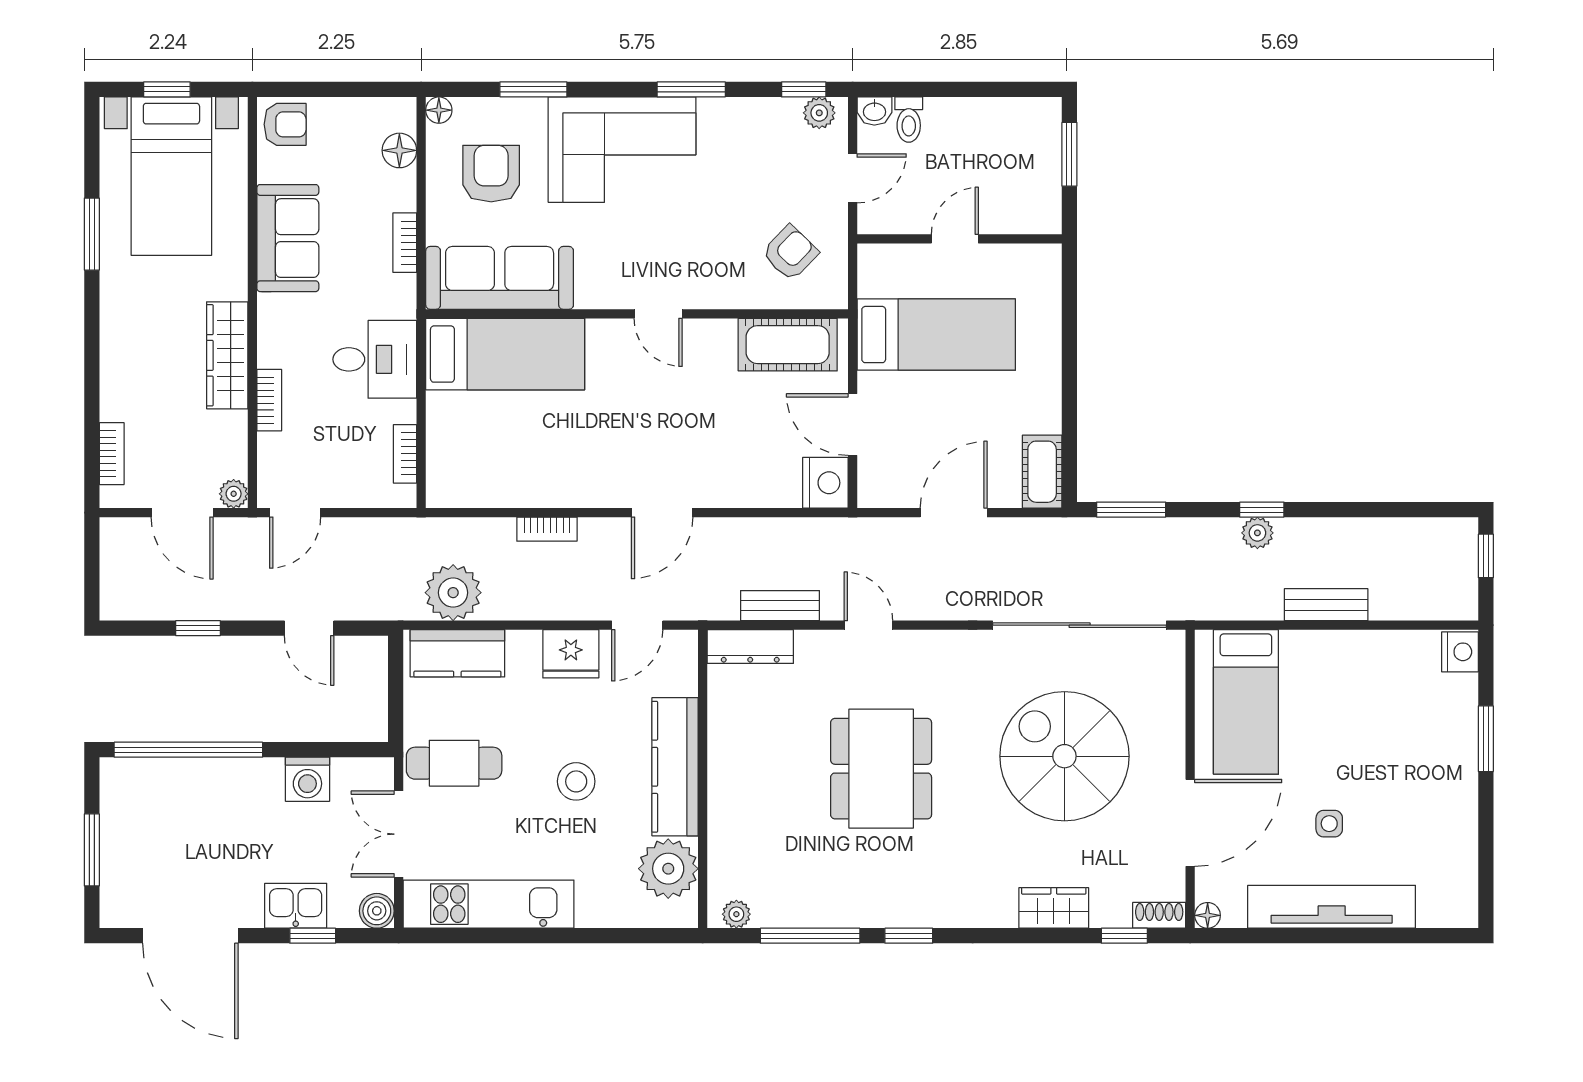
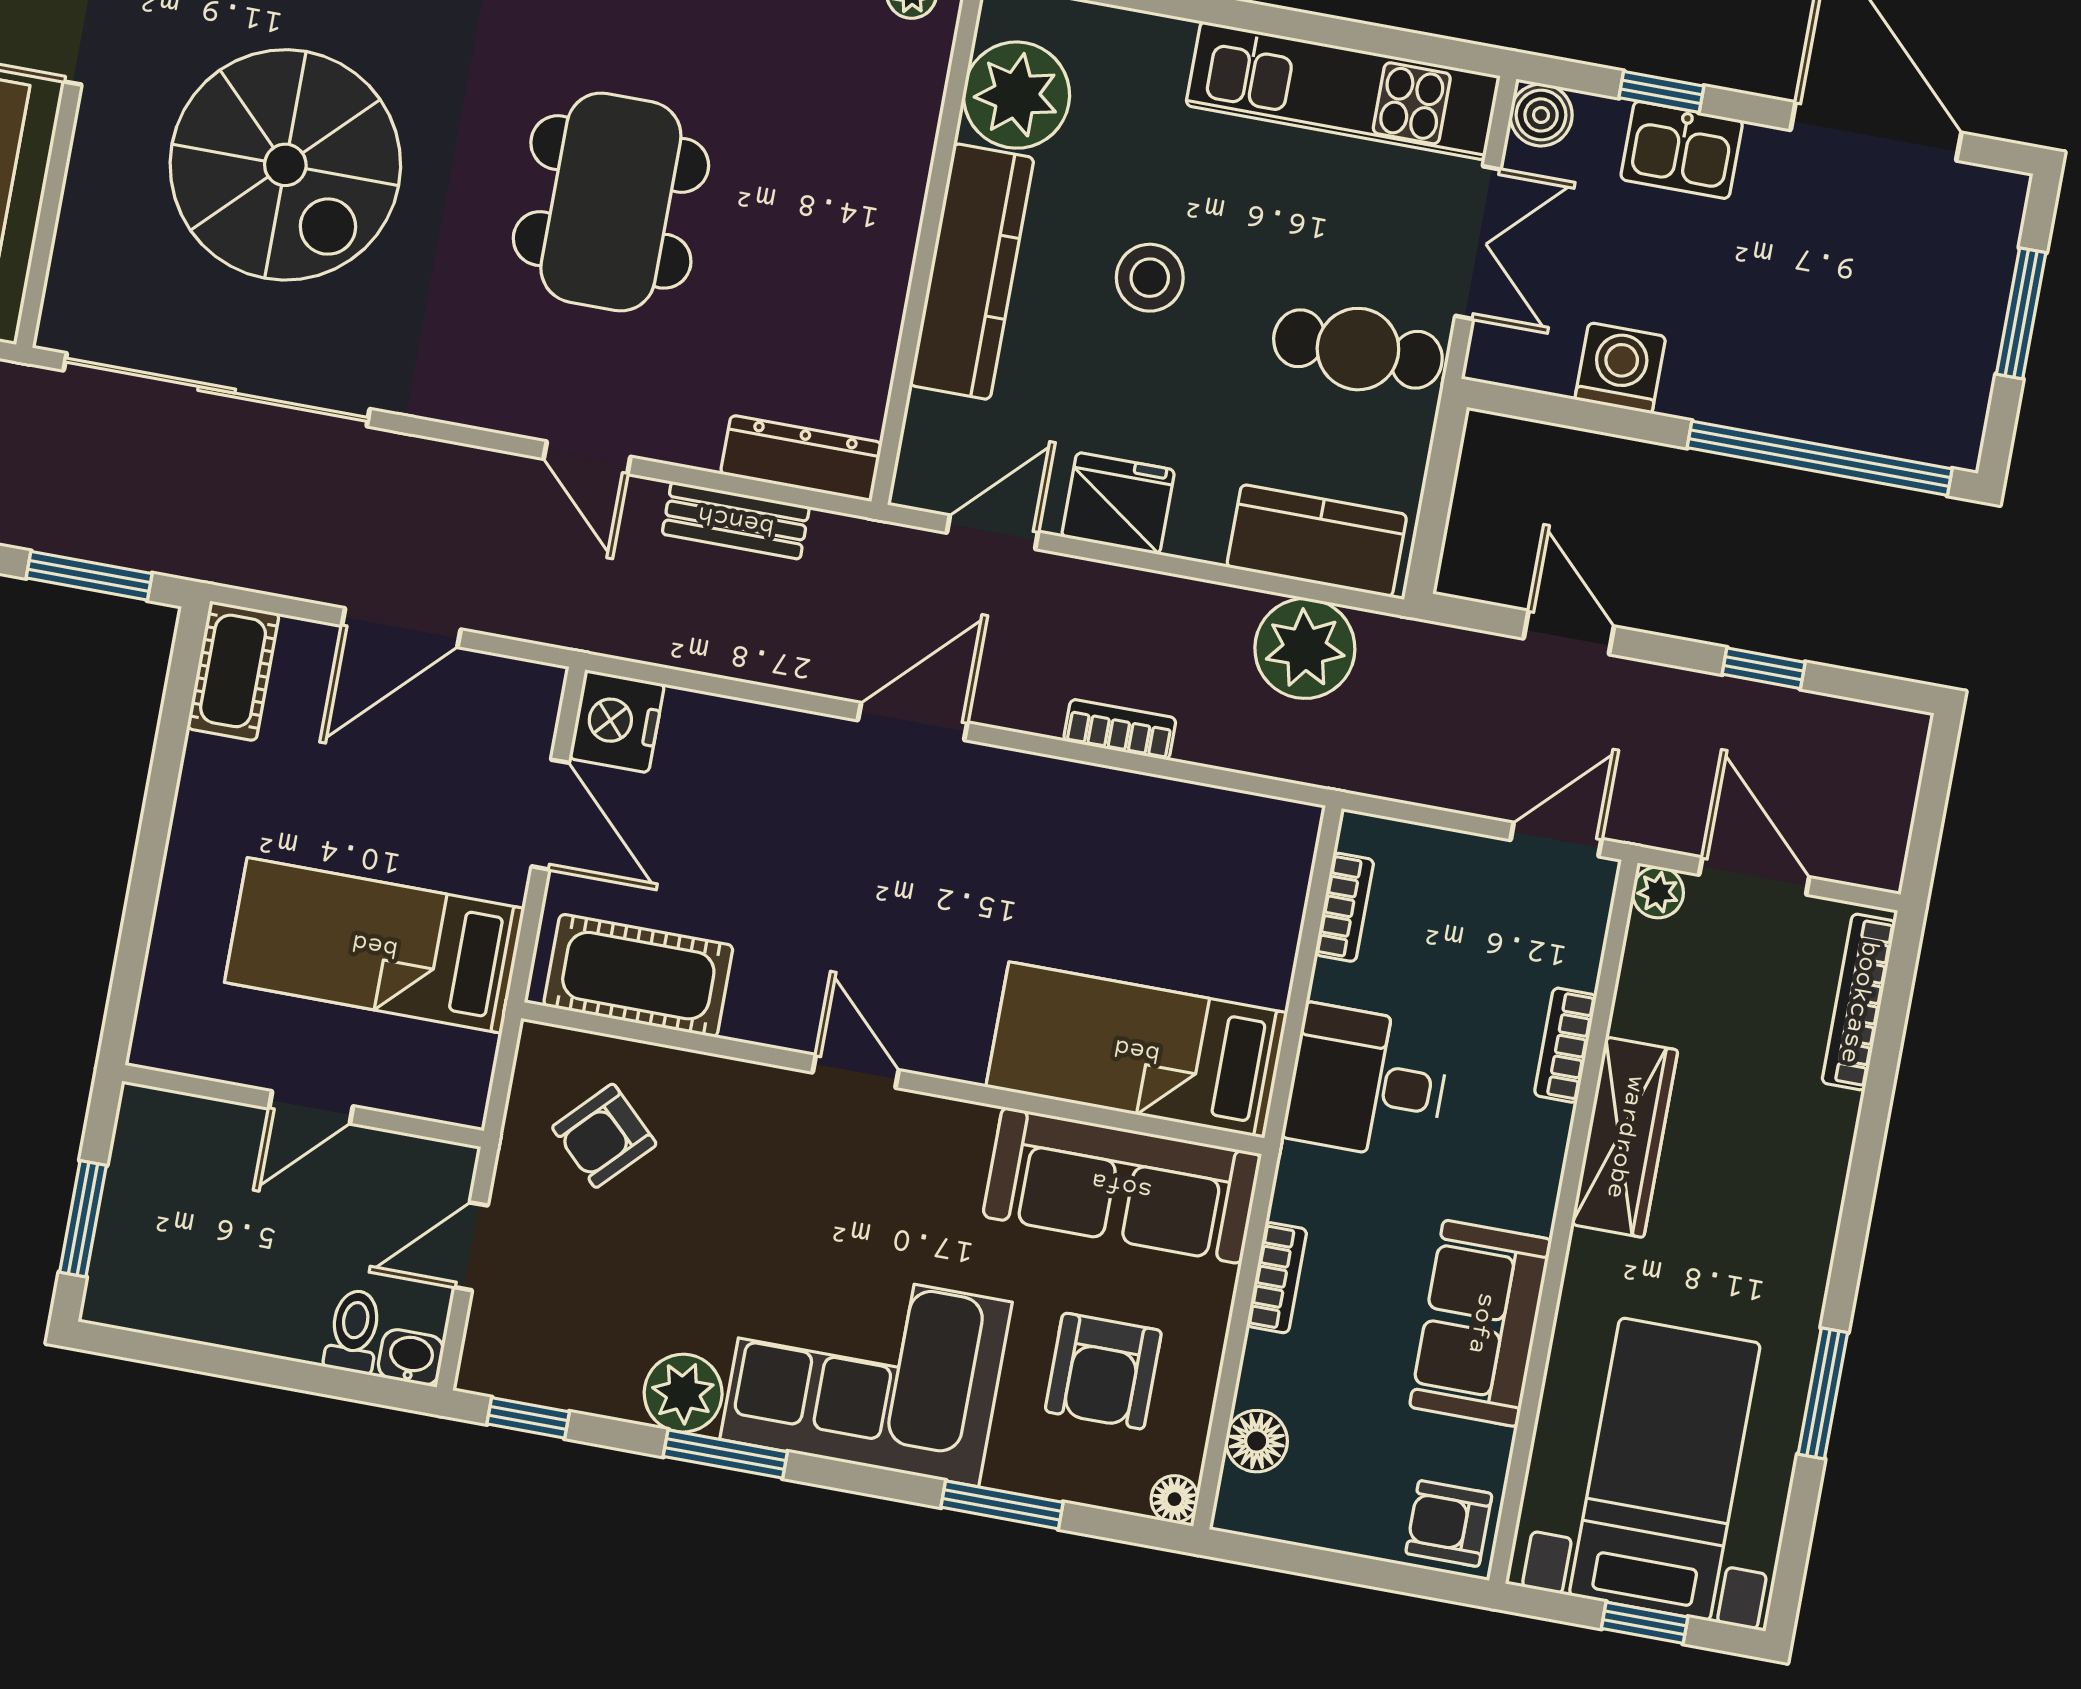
plant: (819, 113) -> (683, 1393), moved, width x1.38, depth x1.38
bookcase: (112, 454) -> (1859, 1002), width x1.56

